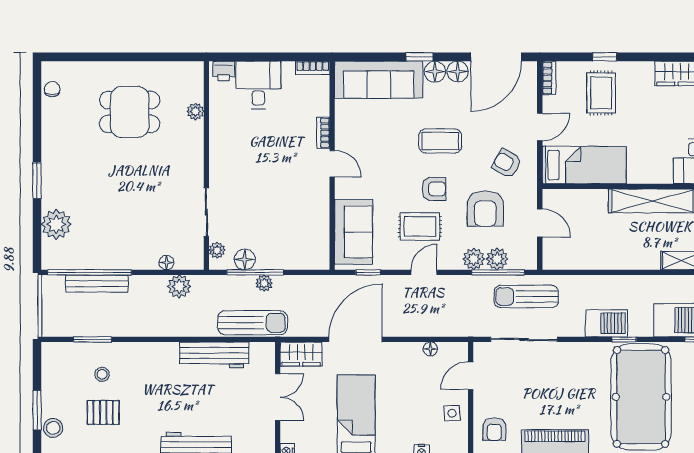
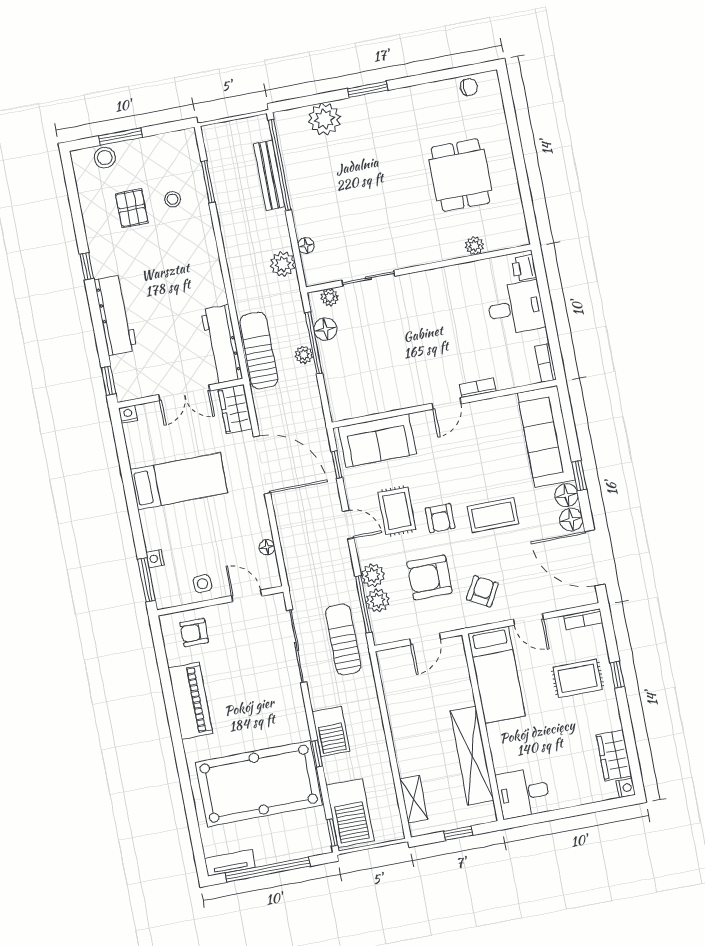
coffee table: (440, 141) -> (493, 515), turned 90
sun lounger: (253, 323) -> (259, 351), turned 180
workbench: (214, 355) -> (222, 344), moved

